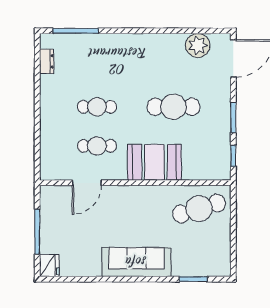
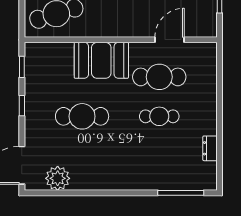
dresser: (47, 61) -> (210, 148), moved
window: (233, 117) -> (22, 106), width x0.67
cafe table: (97, 146) -> (159, 77), width x1.37, depth x1.35

